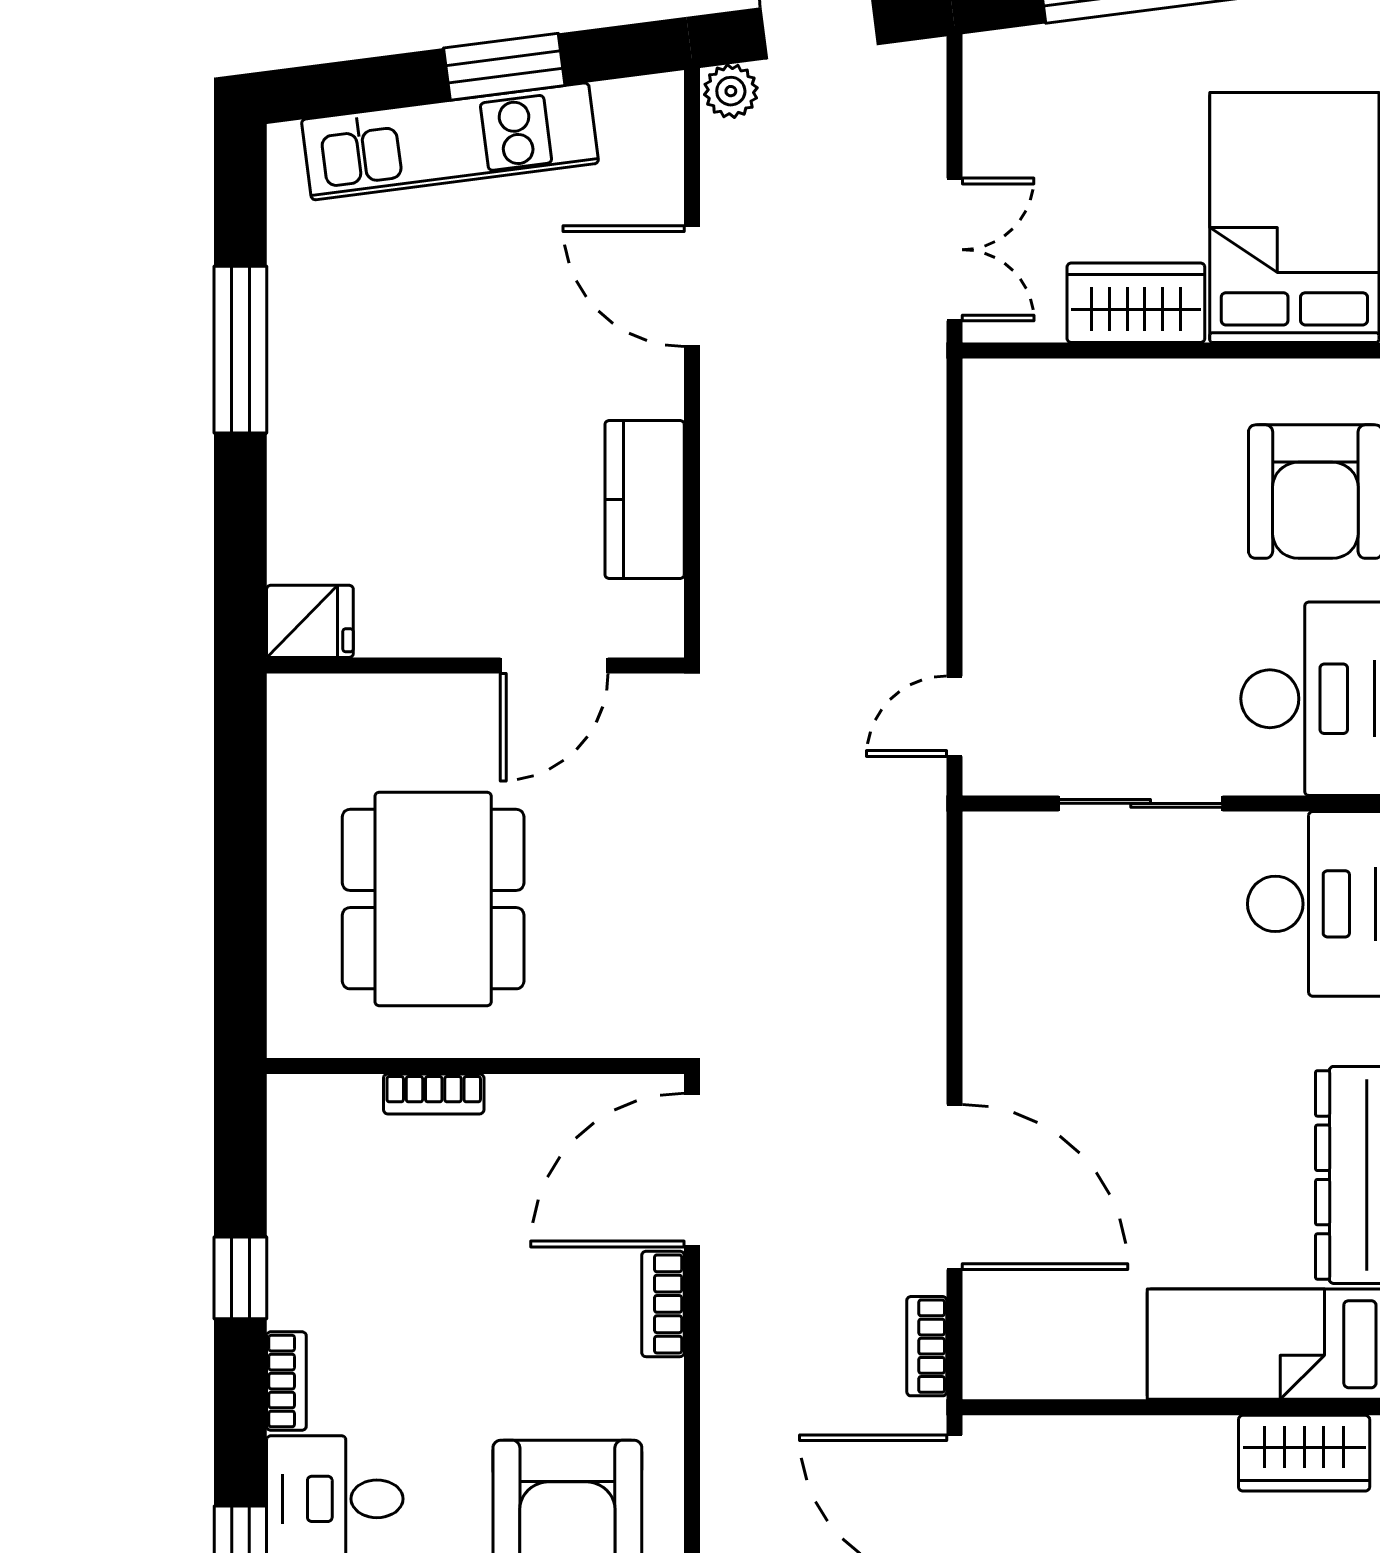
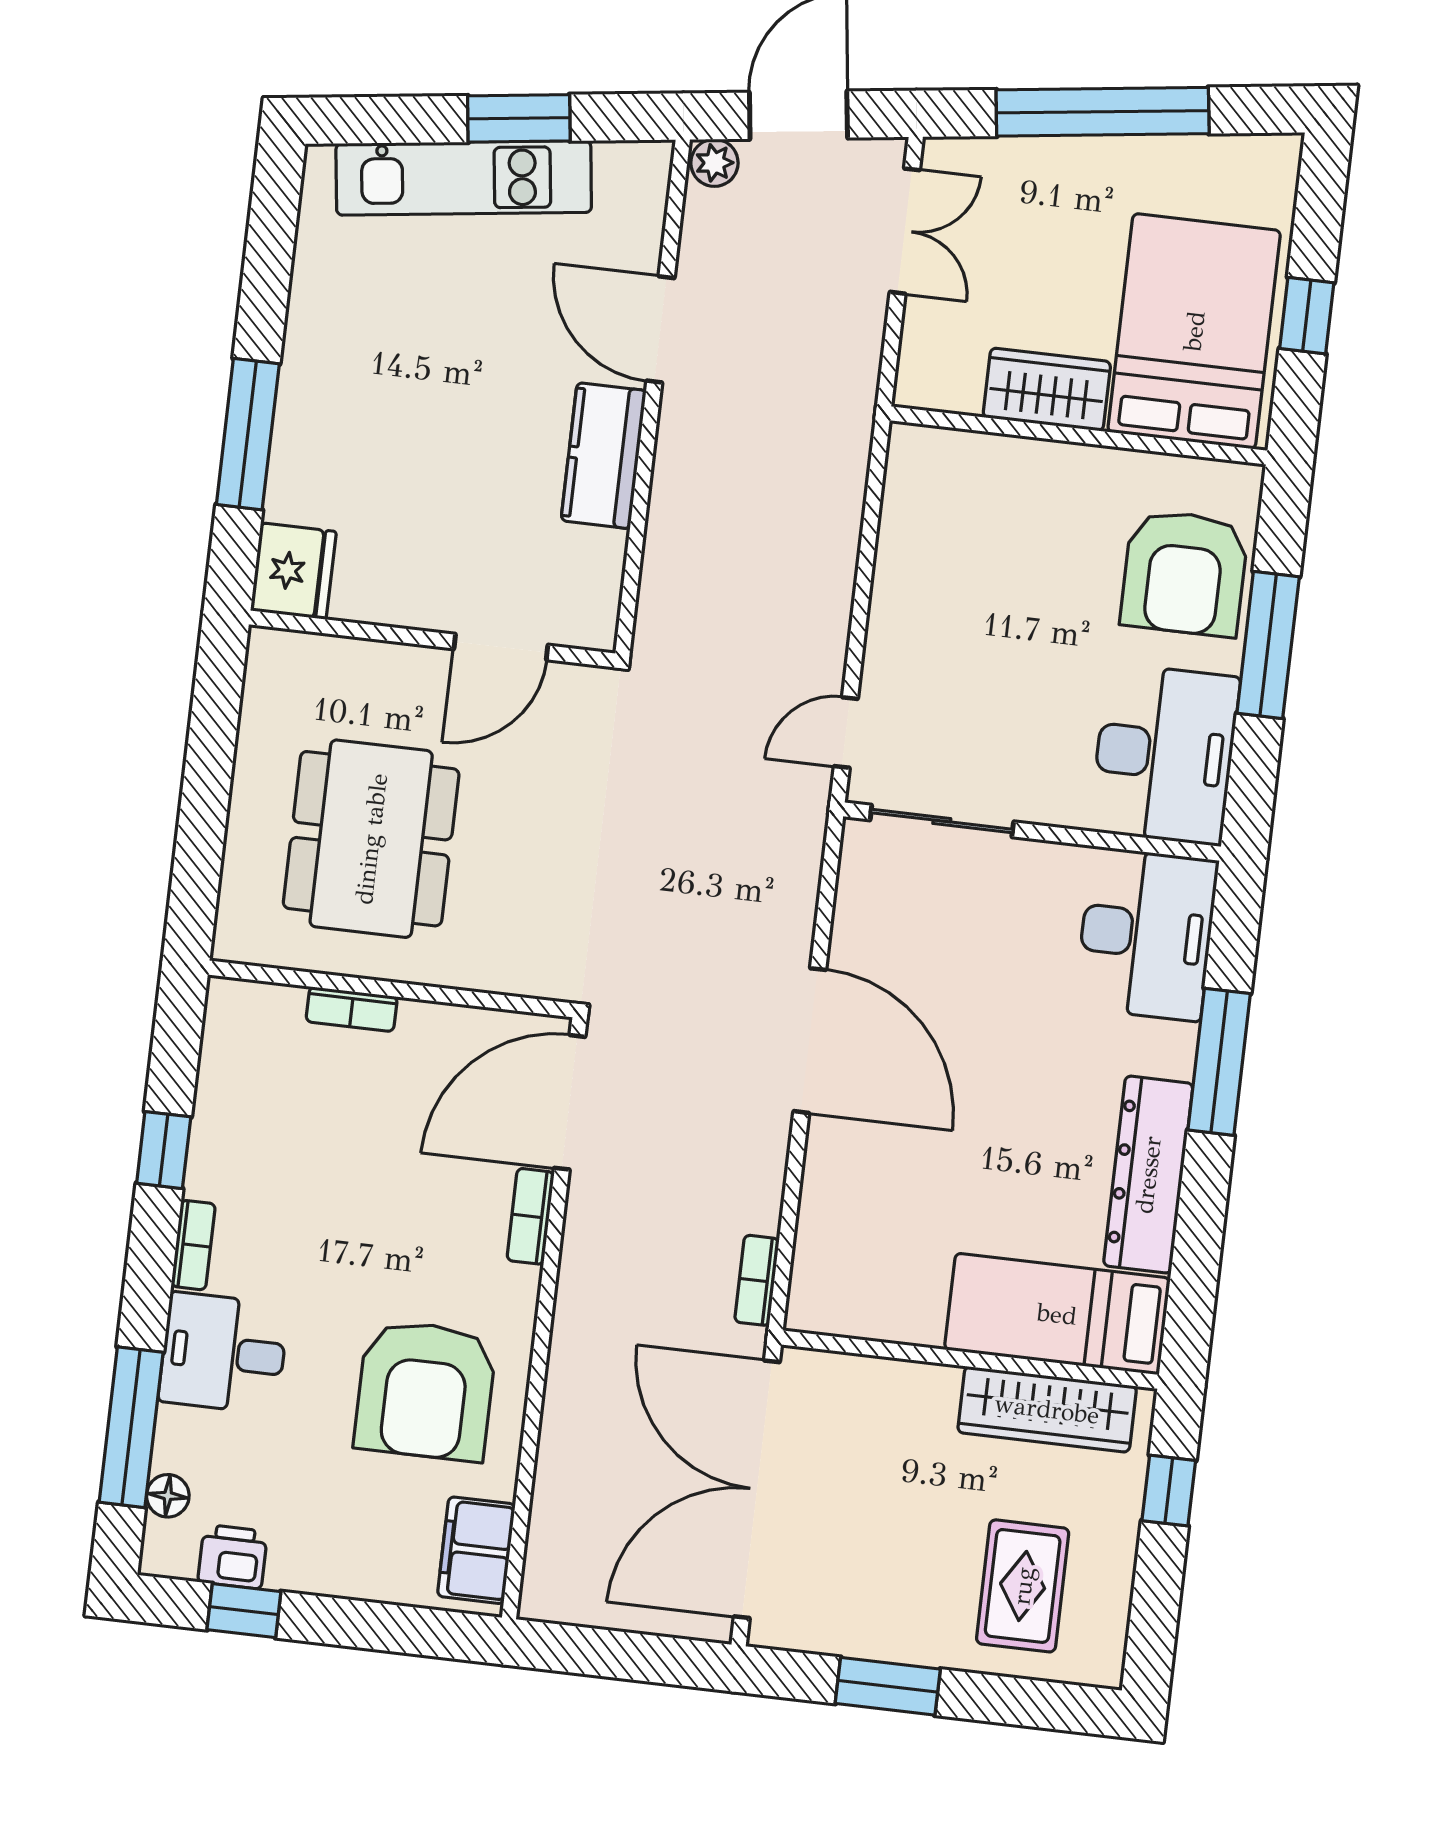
double door: (955, 250) -> (905, 231), moved
window: (240, 350) -> (248, 434), moved
kitchen counter: (645, 500) -> (604, 456), moved
fridge: (310, 621) -> (293, 571), width x1.38
sliding door: (1141, 803) -> (942, 821), moved
door: (955, 1187) -> (810, 1041), moved
wardrobe: (1304, 1453) -> (1047, 1409), width x1.50

